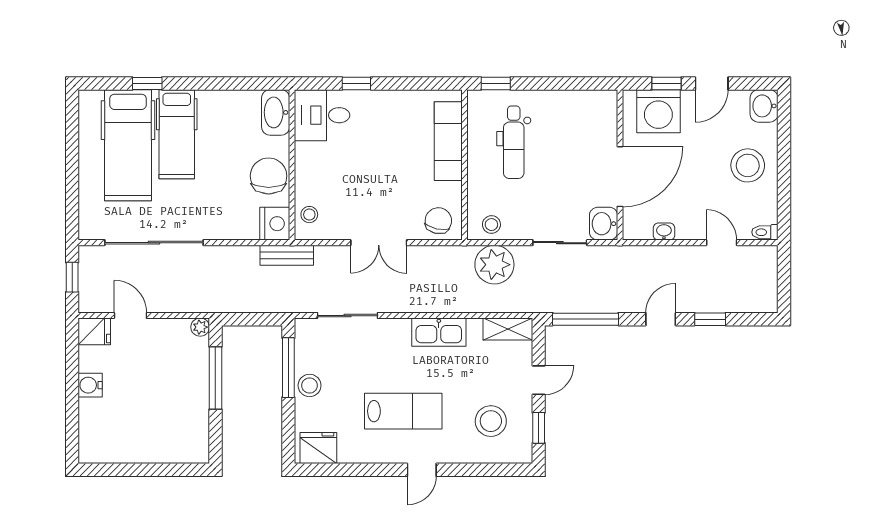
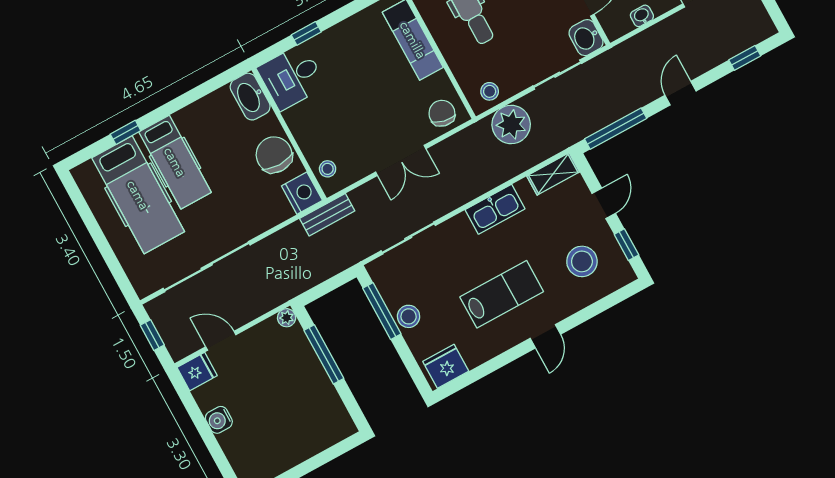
window: (710, 319) -> (745, 58), moved

